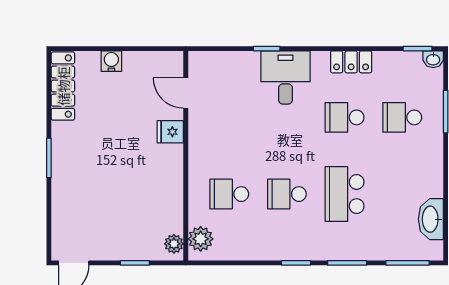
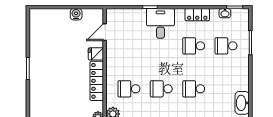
washbasin: (433, 59) -> (225, 13), moved
water cooler: (111, 61) -> (76, 14), moved
locker: (63, 86) -> (97, 81), moved, turned 180
door: (186, 93) -> (105, 32), hinge flipped
school desk: (345, 194) -> (194, 89), width x0.54

